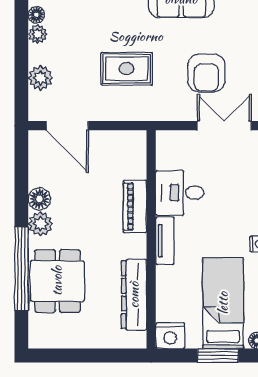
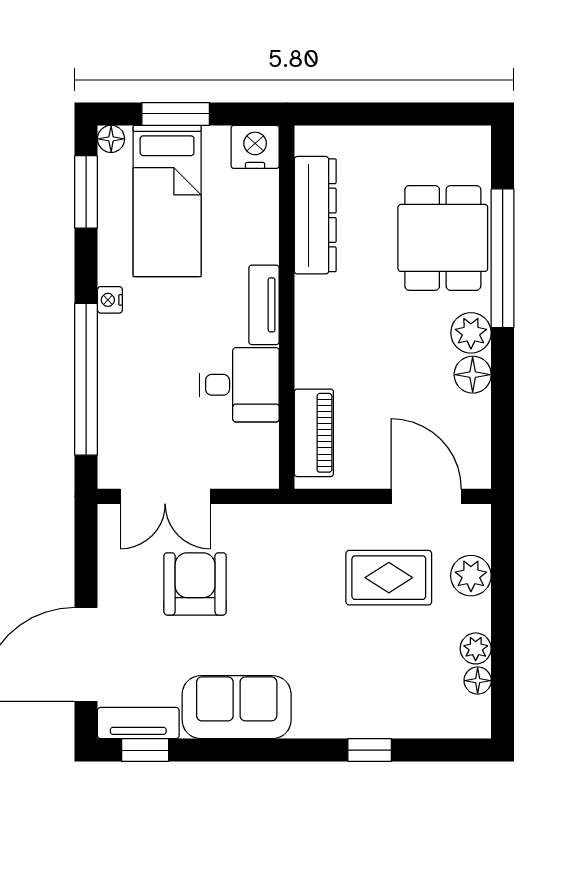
rug: (127, 69) -> (389, 578), moved
piano: (135, 206) -> (314, 433), moved

